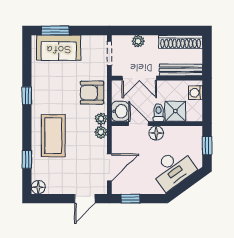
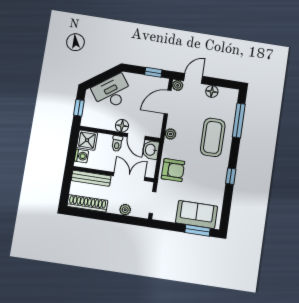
shower: (175, 111) -> (87, 140), moved
plant: (101, 119) -> (178, 85), moved
window: (27, 159) -> (239, 120), width x2.17
floor lamp: (38, 187) -> (212, 92), moved

